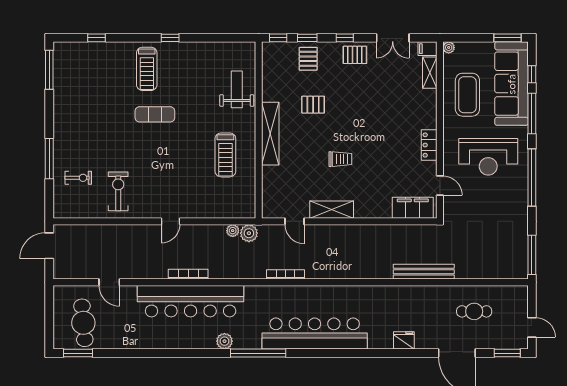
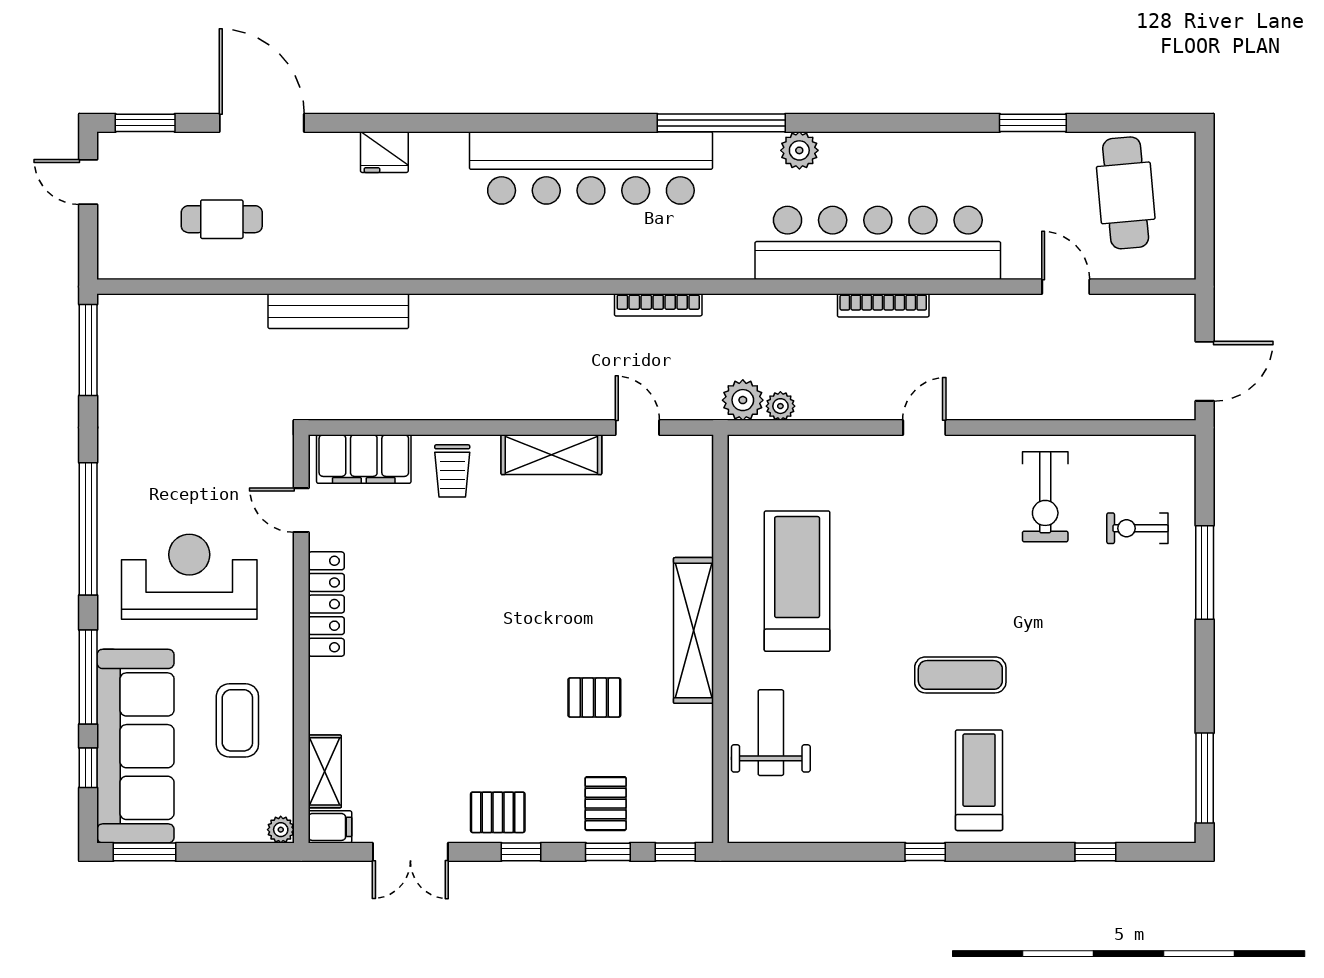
double door: (393, 38) -> (410, 852), swing flipped
weight bench: (237, 89) -> (771, 733), turned 180
coffee table: (467, 95) -> (237, 720), width x0.73, depth x0.76
locker: (429, 145) -> (326, 604), width x1.53
treadmill: (225, 155) -> (797, 581), width x1.37, depth x1.38
trolley: (340, 159) -> (452, 471), moved, turned -90
window: (78, 353) -> (1033, 123), moved

